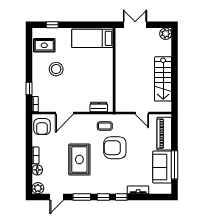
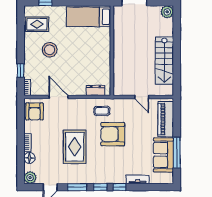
door: (64, 113) -> (59, 97), swing flipped

